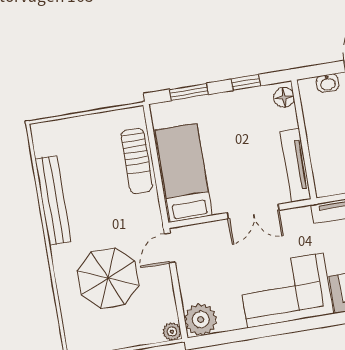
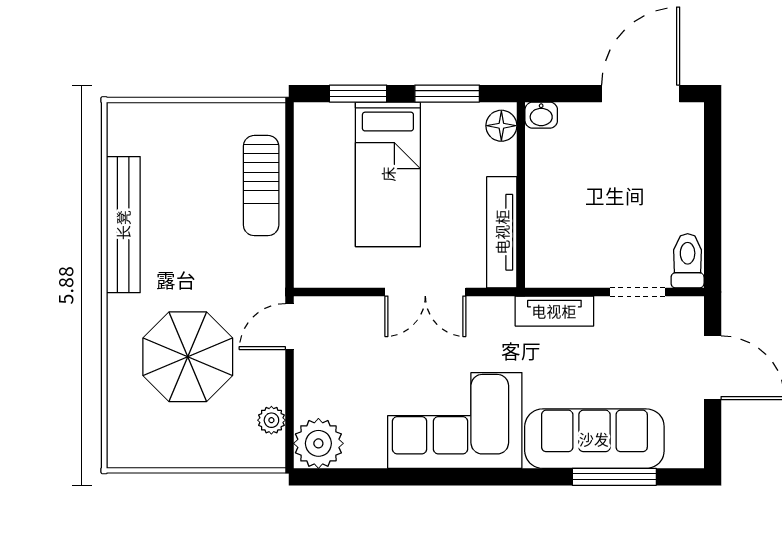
window: (246, 82) -> (447, 94), width x1.50
washbasin: (328, 83) -> (541, 115), moved
bed: (184, 173) -> (388, 174), moved, turned 180
plant: (172, 332) -> (271, 420), moved

